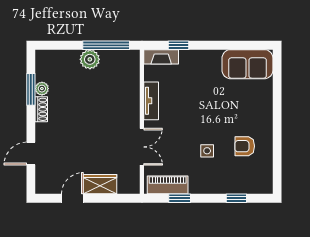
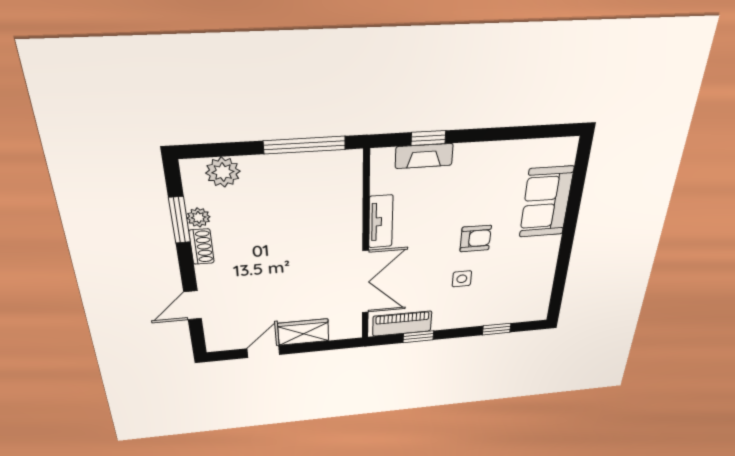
fireplace: (161, 57) -> (424, 156), moved
plant: (90, 59) -> (223, 172), moved
sofa: (247, 64) -> (546, 202), moved, turned 90
armchair: (245, 146) -> (476, 239), moved, turned 180
double door: (142, 147) -> (365, 282), width x1.37

